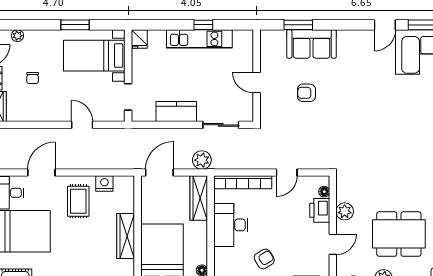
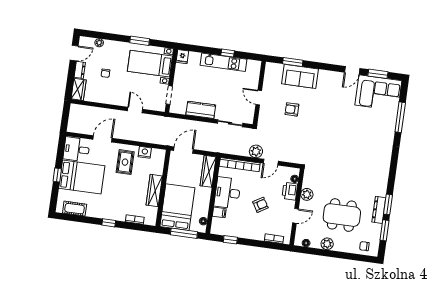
plant: (202, 160) -> (256, 151), moved
filing cabinet: (223, 255) -> (219, 212), added
armchair: (264, 259) -> (260, 205), moved

